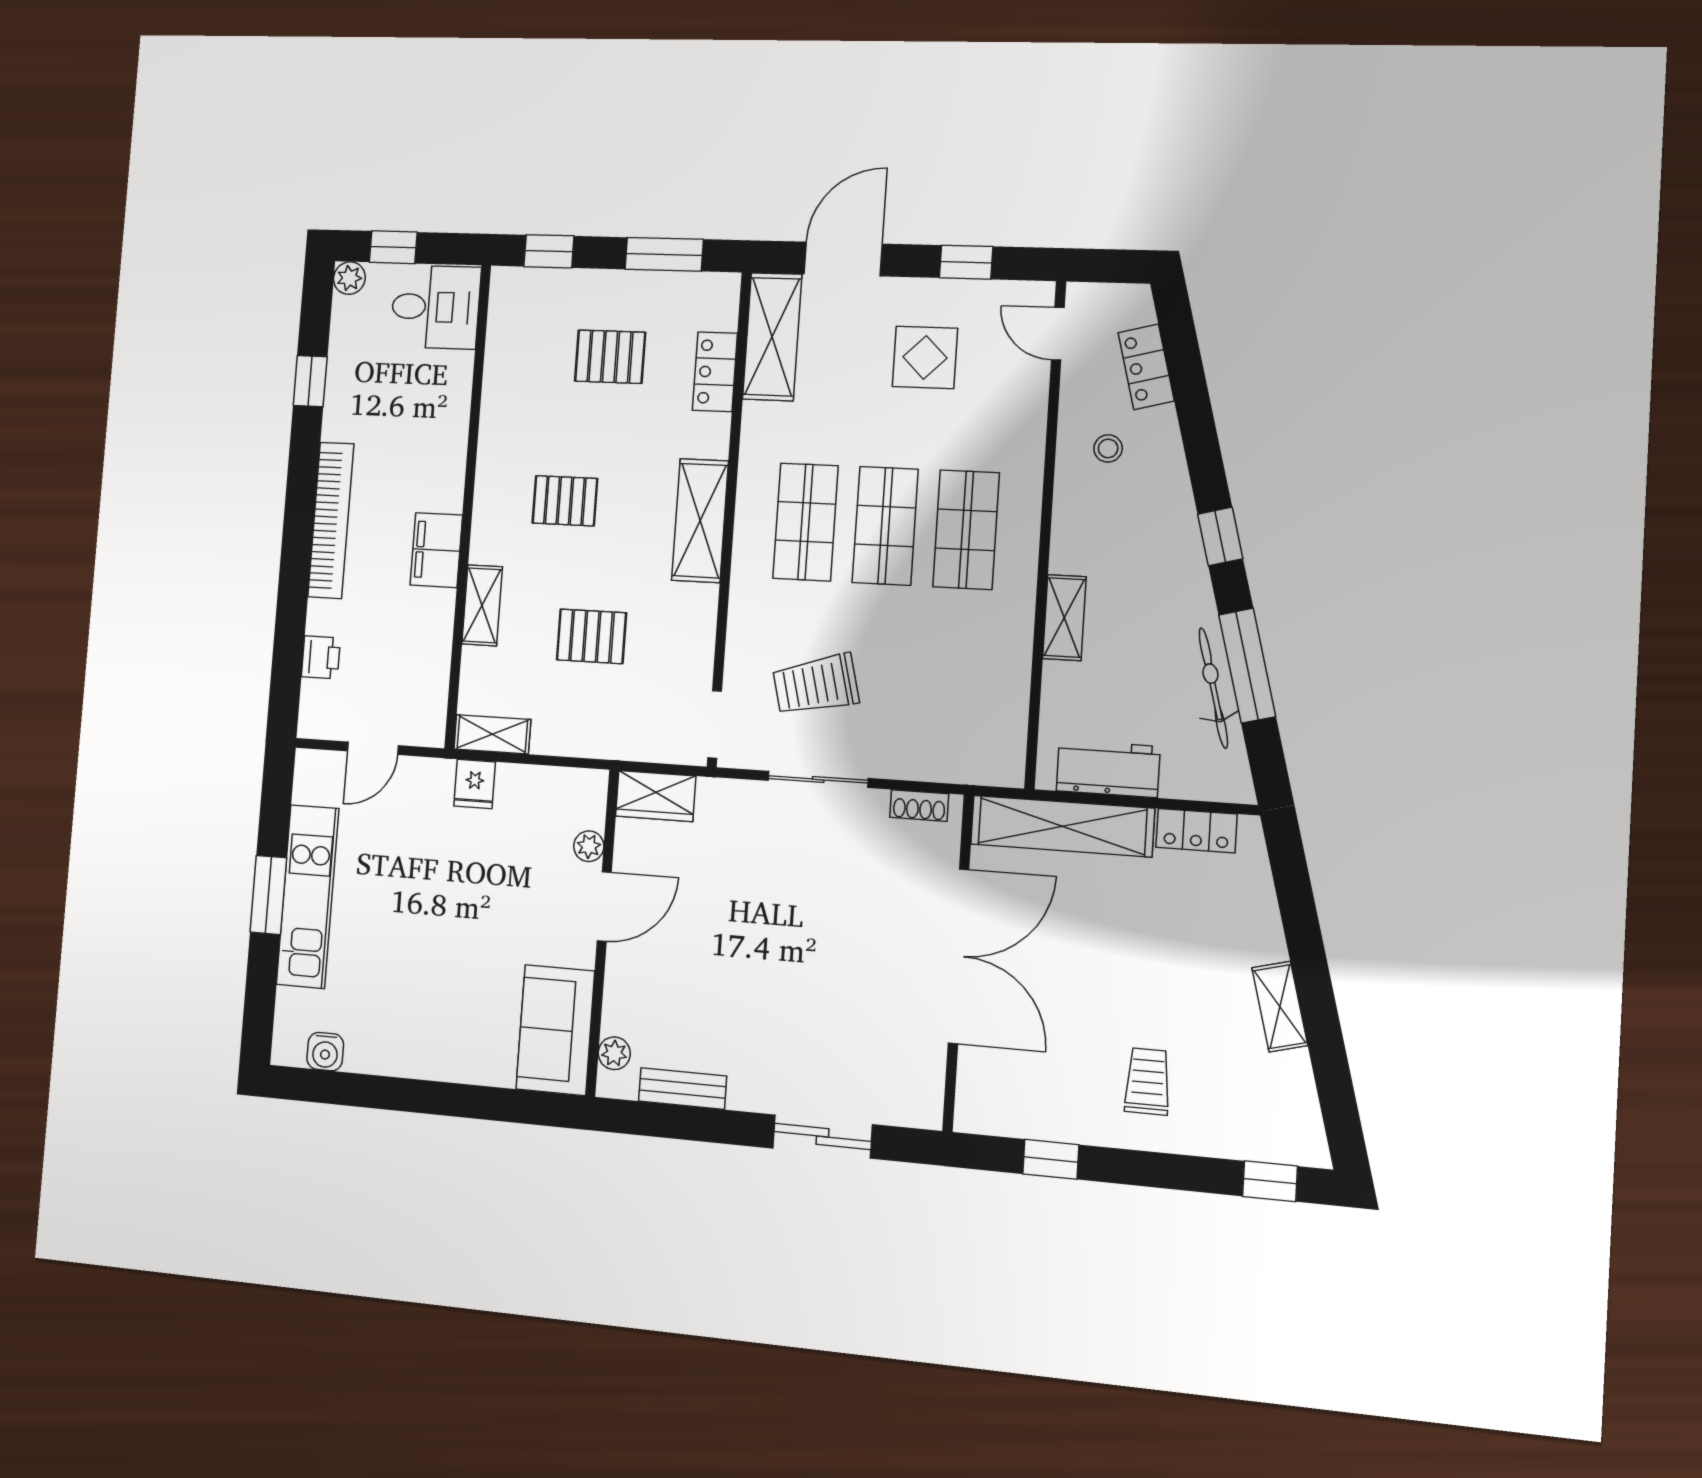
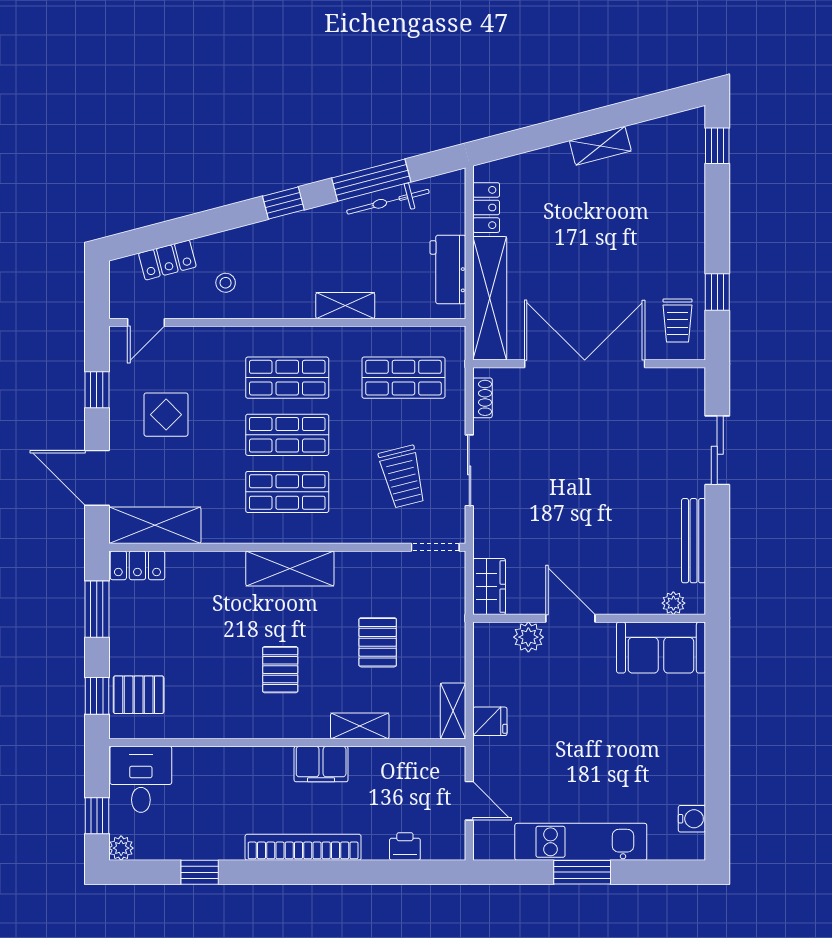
pallet: (610, 357) -> (139, 695), moved, turned 90
locker: (715, 372) -> (137, 565), moved
shop shelf: (955, 695) -> (403, 378), added
plant: (589, 846) -> (528, 637), width x1.38, depth x1.38
trolley: (1148, 1081) -> (677, 320), moved, turned -90
bench: (683, 1089) -> (694, 541), width x1.36

